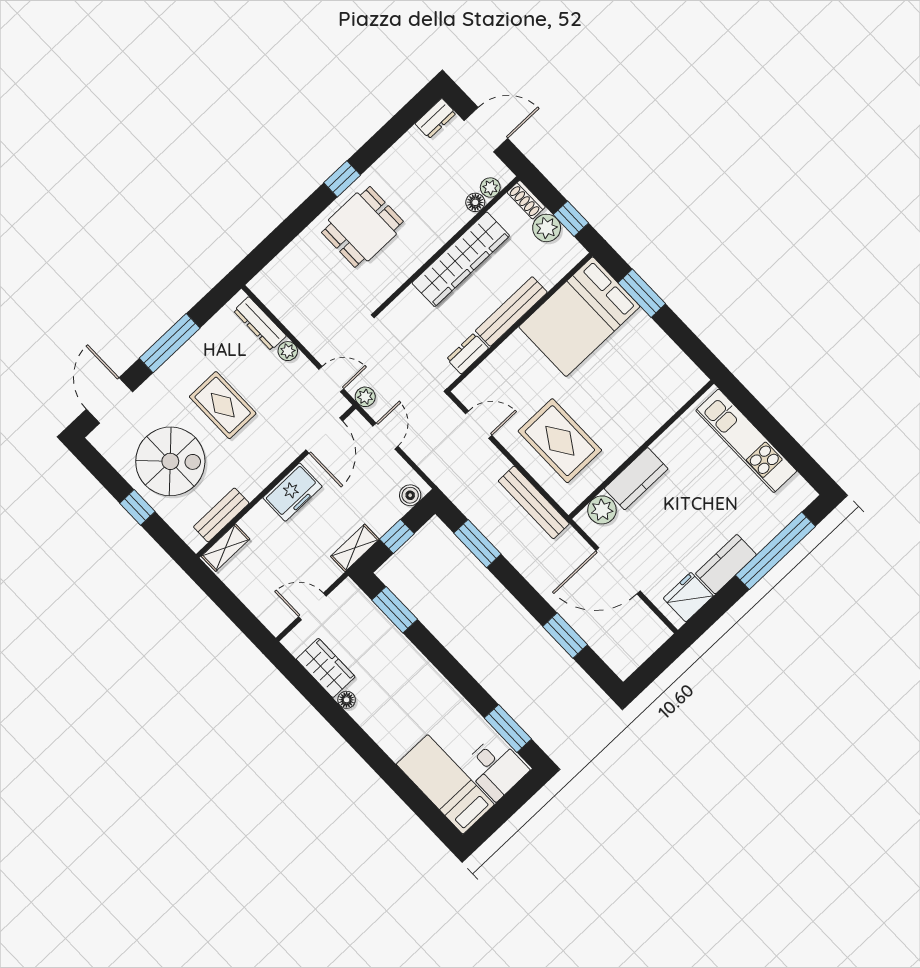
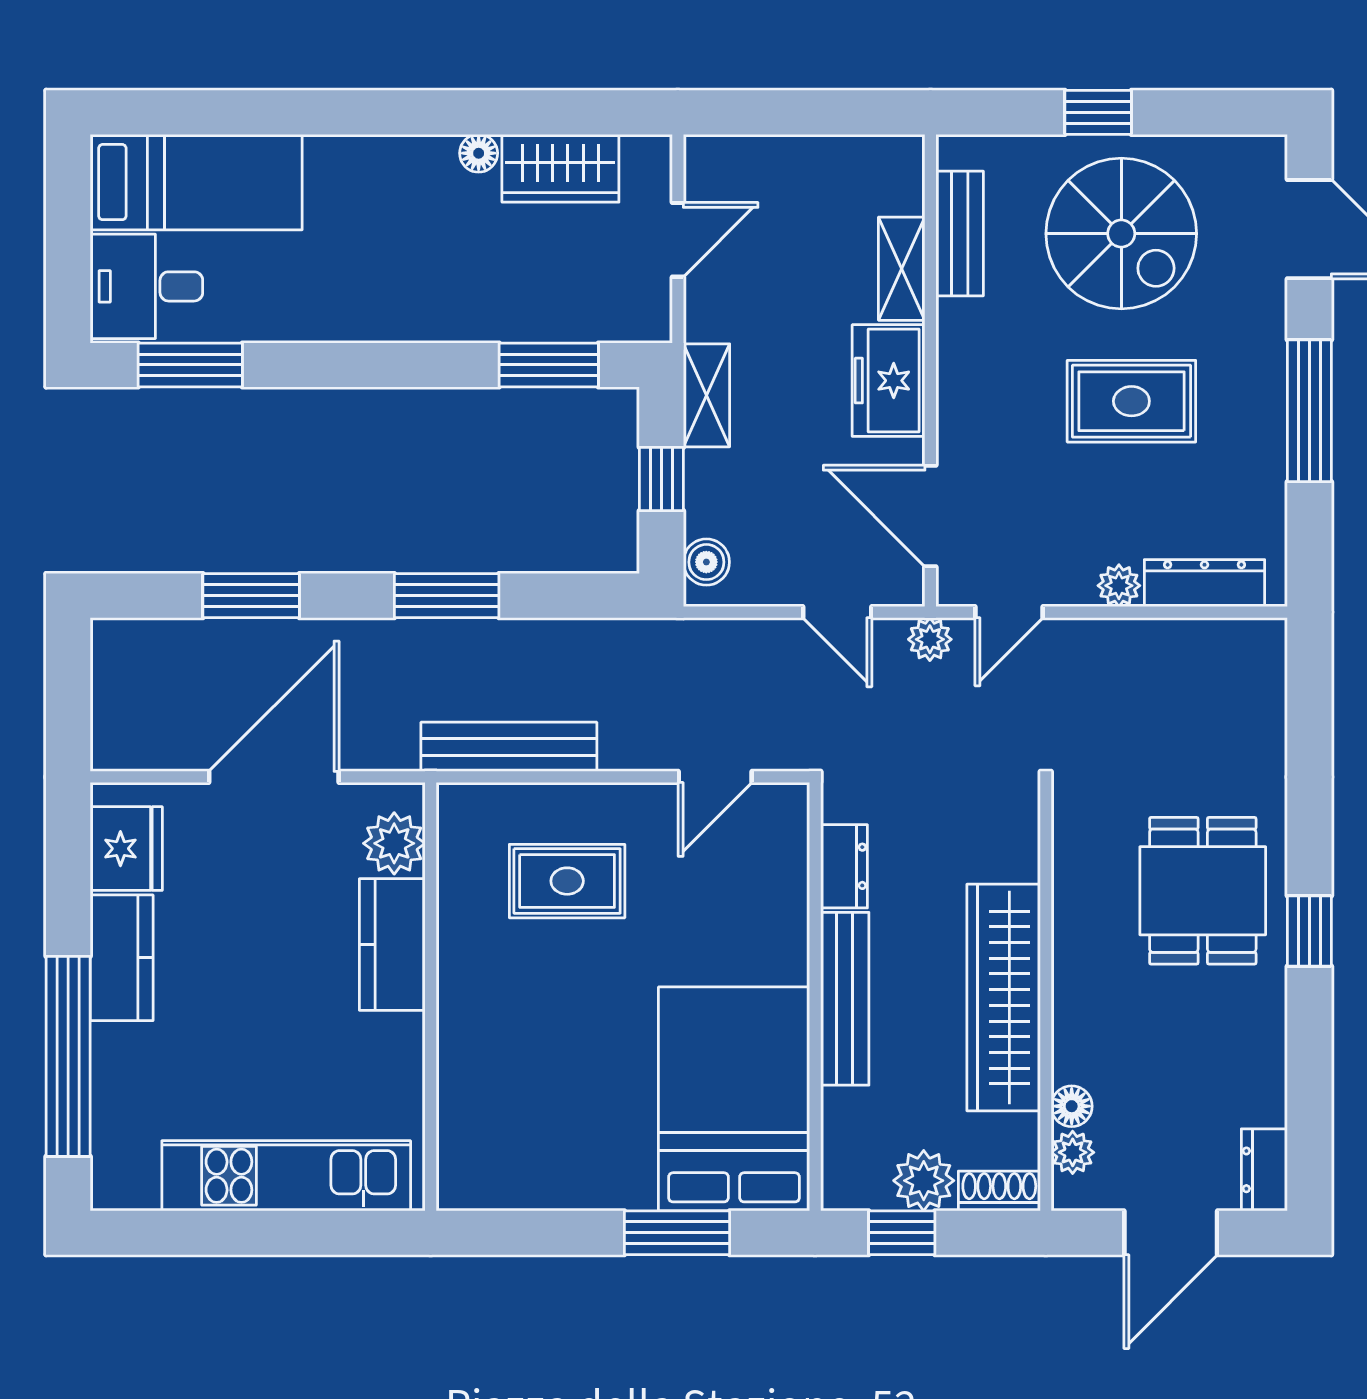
rug: (560, 441) -> (567, 881), width x0.73, depth x0.70
spiral stairs: (170, 461) -> (1121, 234), turned -90
window: (477, 544) -> (447, 596), moved
shelving: (225, 548) -> (902, 269), moved

